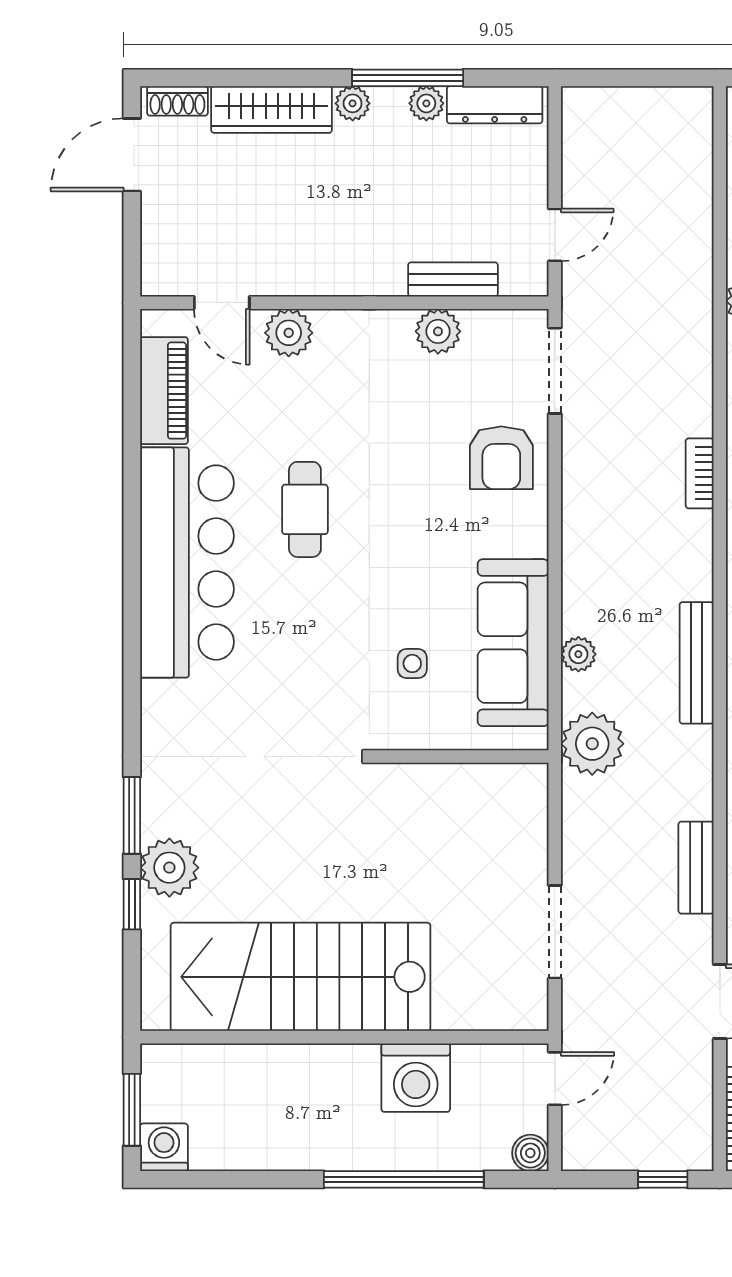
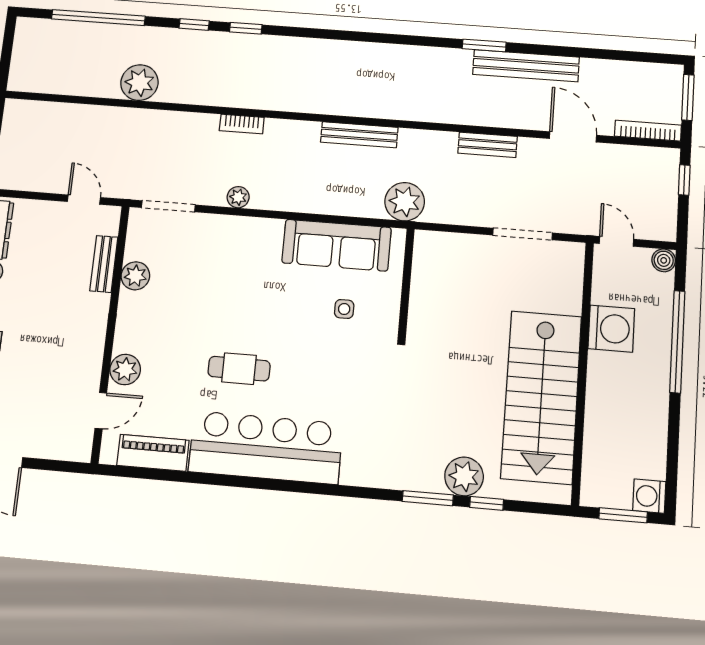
armchair: (501, 458) -> (219, 243), removed
plant: (578, 654) -> (238, 197), moved

